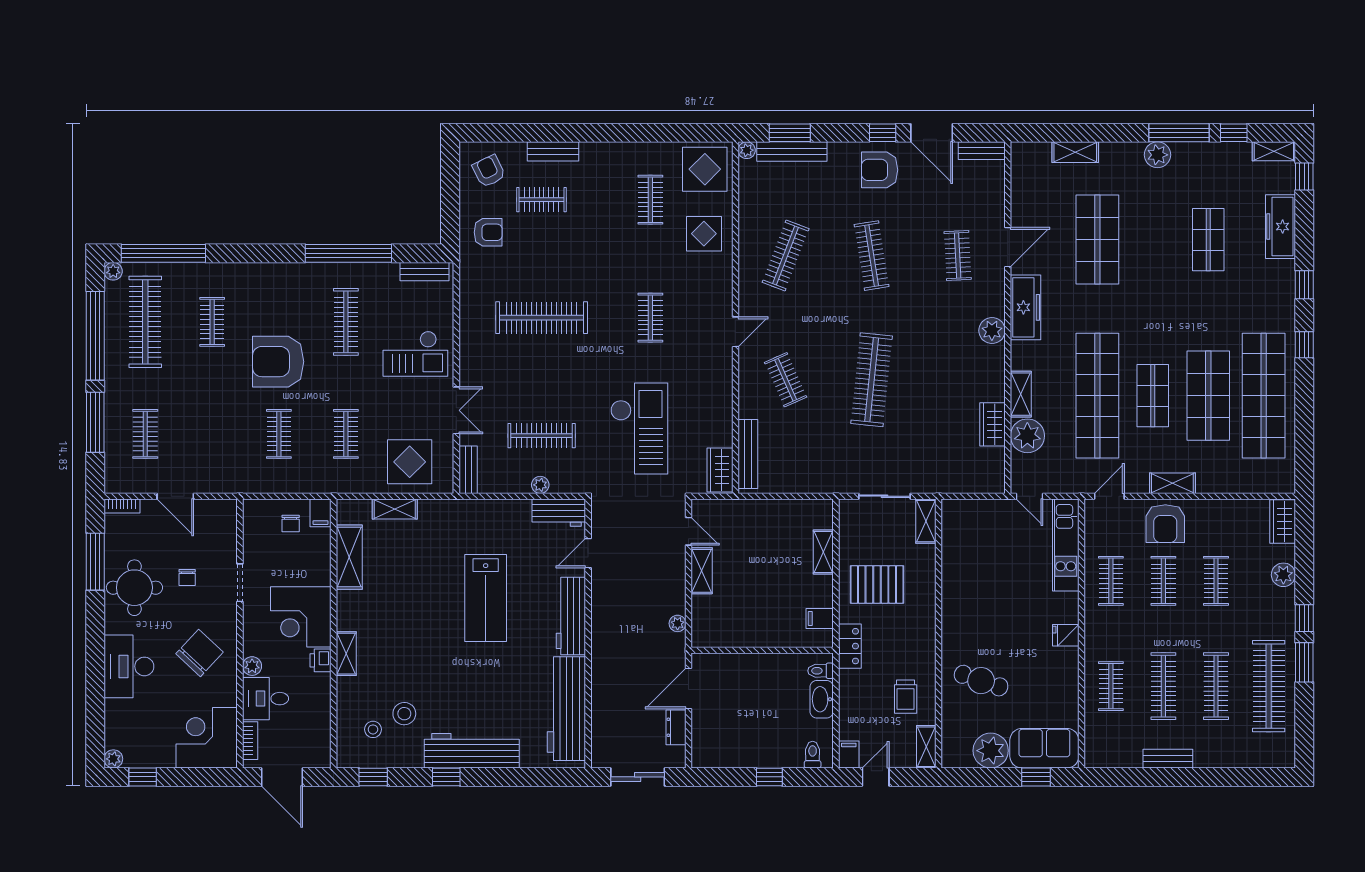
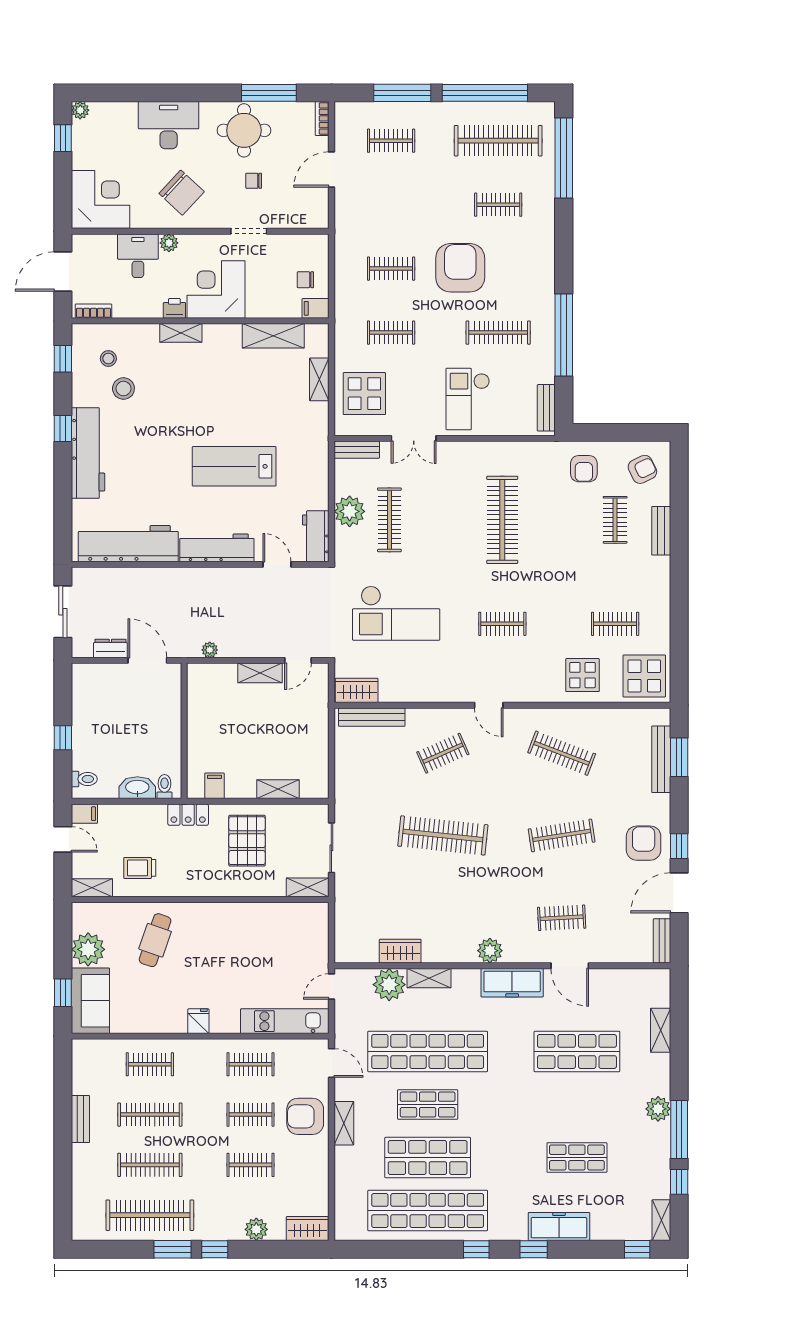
plant: (747, 150) -> (662, 716), removed
freezer: (1280, 227) -> (559, 1227), moved
plant: (113, 271) -> (547, 110), removed
plant: (540, 485) -> (350, 511), width x1.88, depth x1.88
bookcase: (250, 741) -> (93, 311), moved, turned 180

